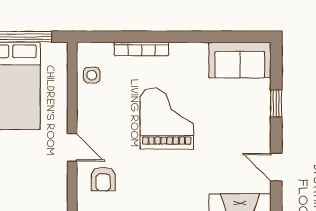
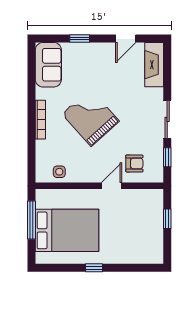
bookcase: (141, 49) -> (40, 120), moved
grand piano: (167, 118) -> (91, 118), turned 48

